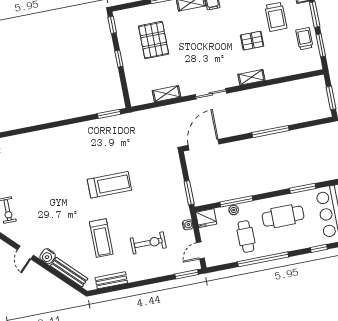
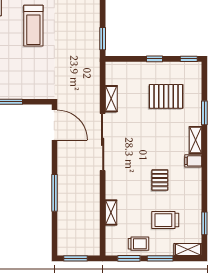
pallet: (252, 41) -> (160, 180), moved
shelving: (251, 77) -> (111, 212), moved
sliding door: (211, 94) -> (103, 142), width x1.86

